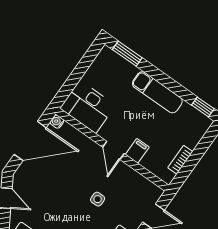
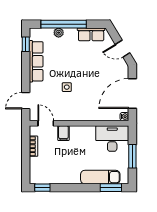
window: (79, 72) -> (132, 156), added
exam couch: (157, 92) -> (100, 177), moved
door: (113, 150) -> (46, 123), moved

